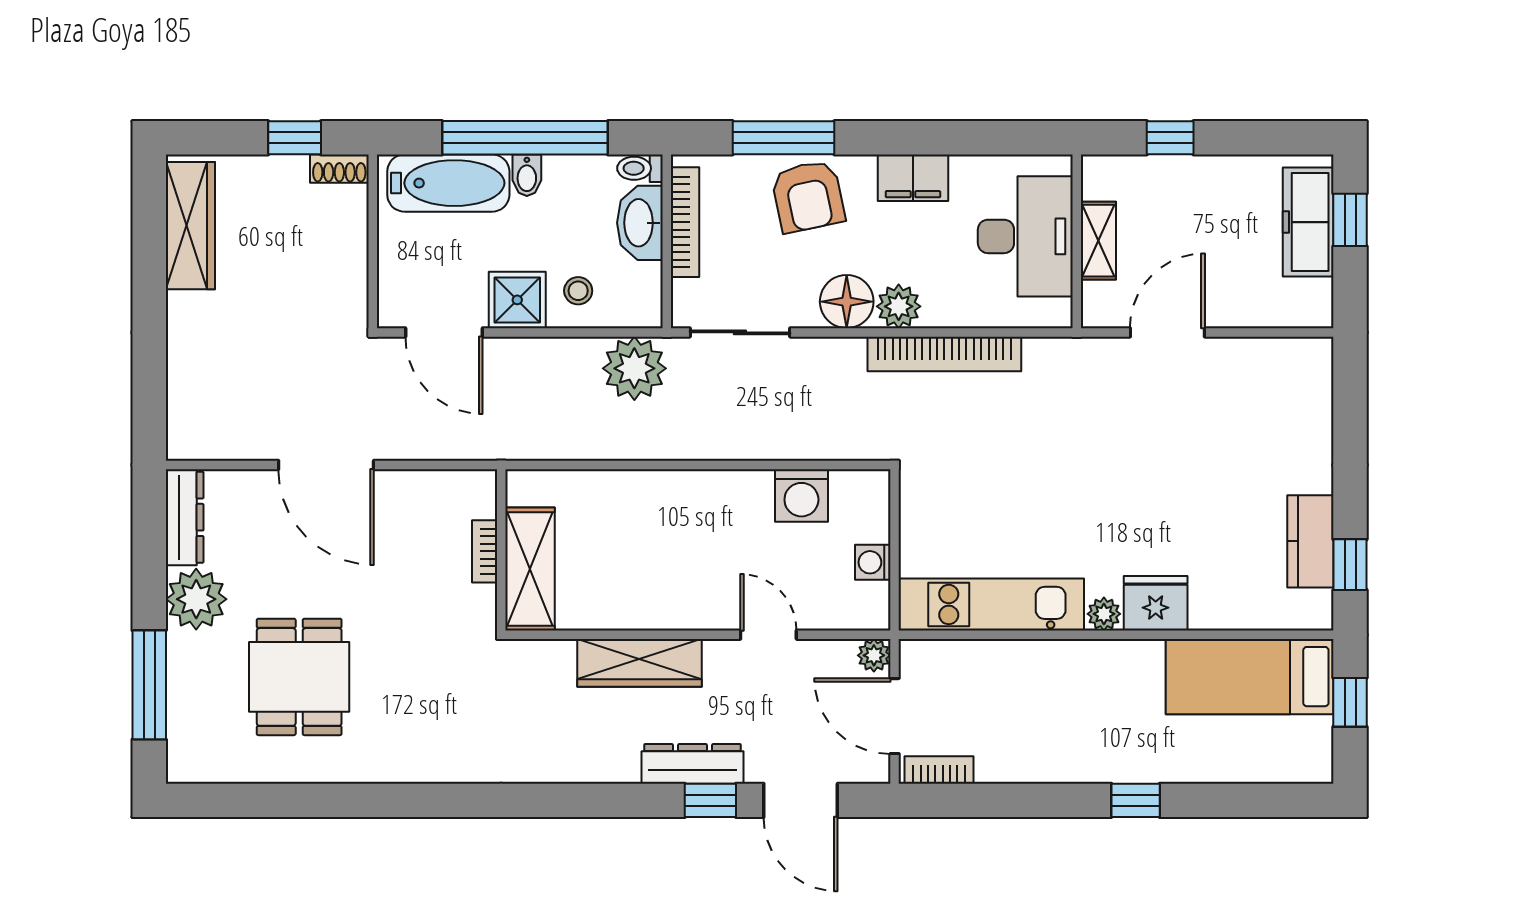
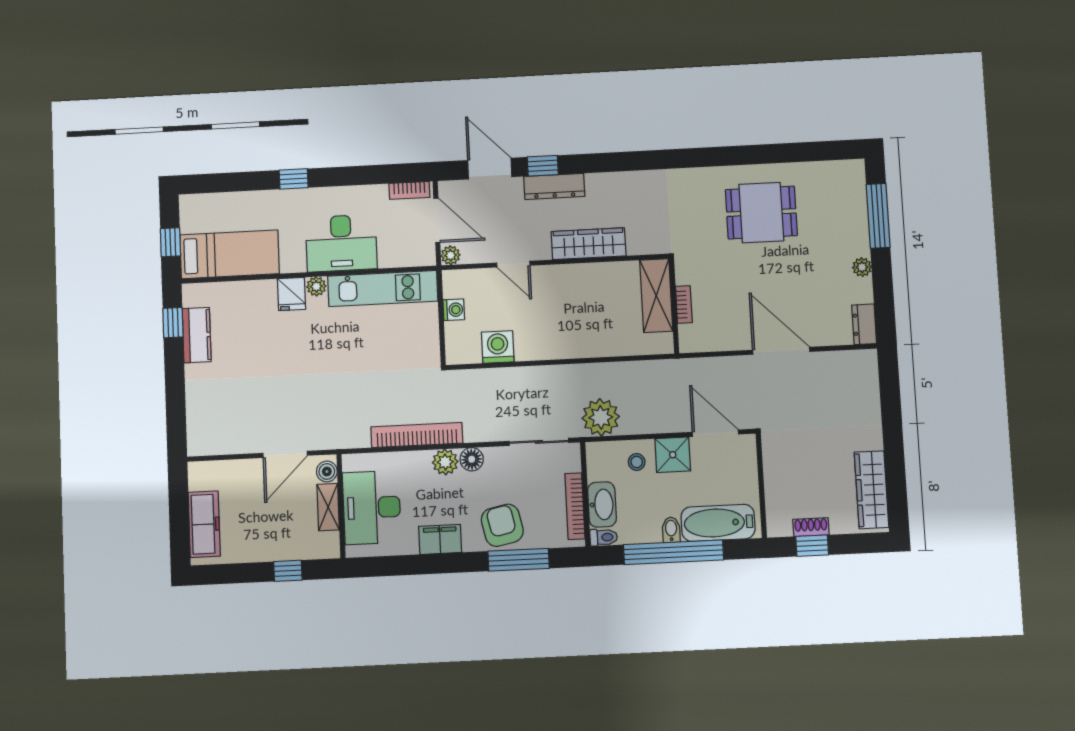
shoe rack: (339, 169) -> (811, 527), moved
window: (1350, 220) -> (179, 527), removed
boiler: (1098, 300) -> (327, 471), added
floor lamp: (847, 302) -> (472, 459), width x0.73, depth x0.73
dresser: (185, 517) -> (864, 324), width x0.70
plant: (196, 599) -> (862, 267), width x0.53, depth x0.53
fridge: (1156, 603) -> (291, 294), width x0.72
dining table: (299, 677) -> (761, 213), moved, turned 90
desk: (1059, 686) -> (341, 243), added

